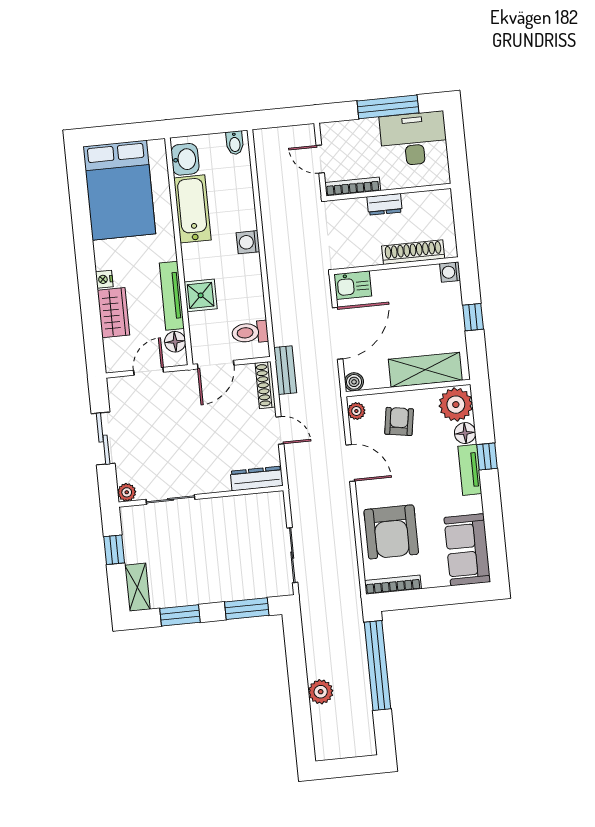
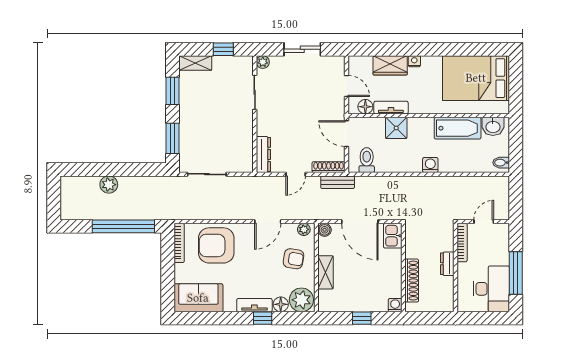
tv unit: (172, 296) -> (391, 108), width x0.71
shelving: (425, 370) -> (326, 272), width x0.67, depth x0.75

